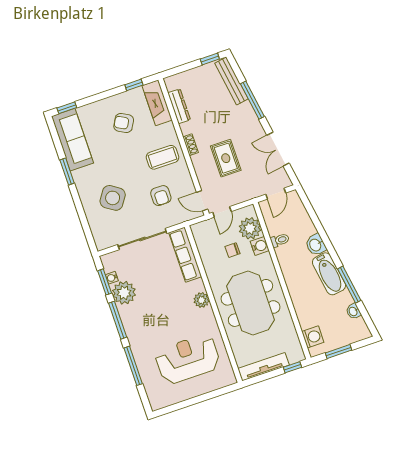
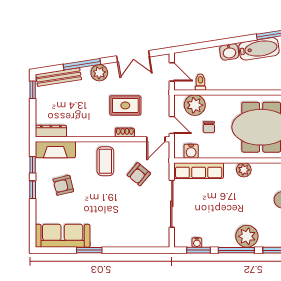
dresser: (179, 106) -> (51, 131), moved
window: (67, 108) -> (33, 190), moved
plant: (250, 121) -> (99, 73), added
armchair: (124, 123) -> (63, 185), turned 47
shoe rack: (191, 145) -> (125, 133), moved
armchair: (161, 196) -> (139, 174), turned 130
side table: (113, 198) -> (126, 218), removed
toilet: (280, 240) -> (200, 82), moved
water cooler: (260, 246) -> (191, 151), moved, turned 180
plant: (124, 293) -> (247, 236), moved

